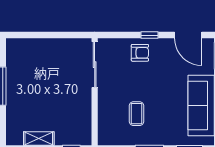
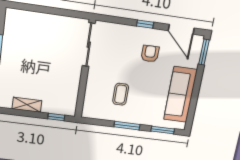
armchair: (140, 53) -> (150, 54), moved, turned -90

